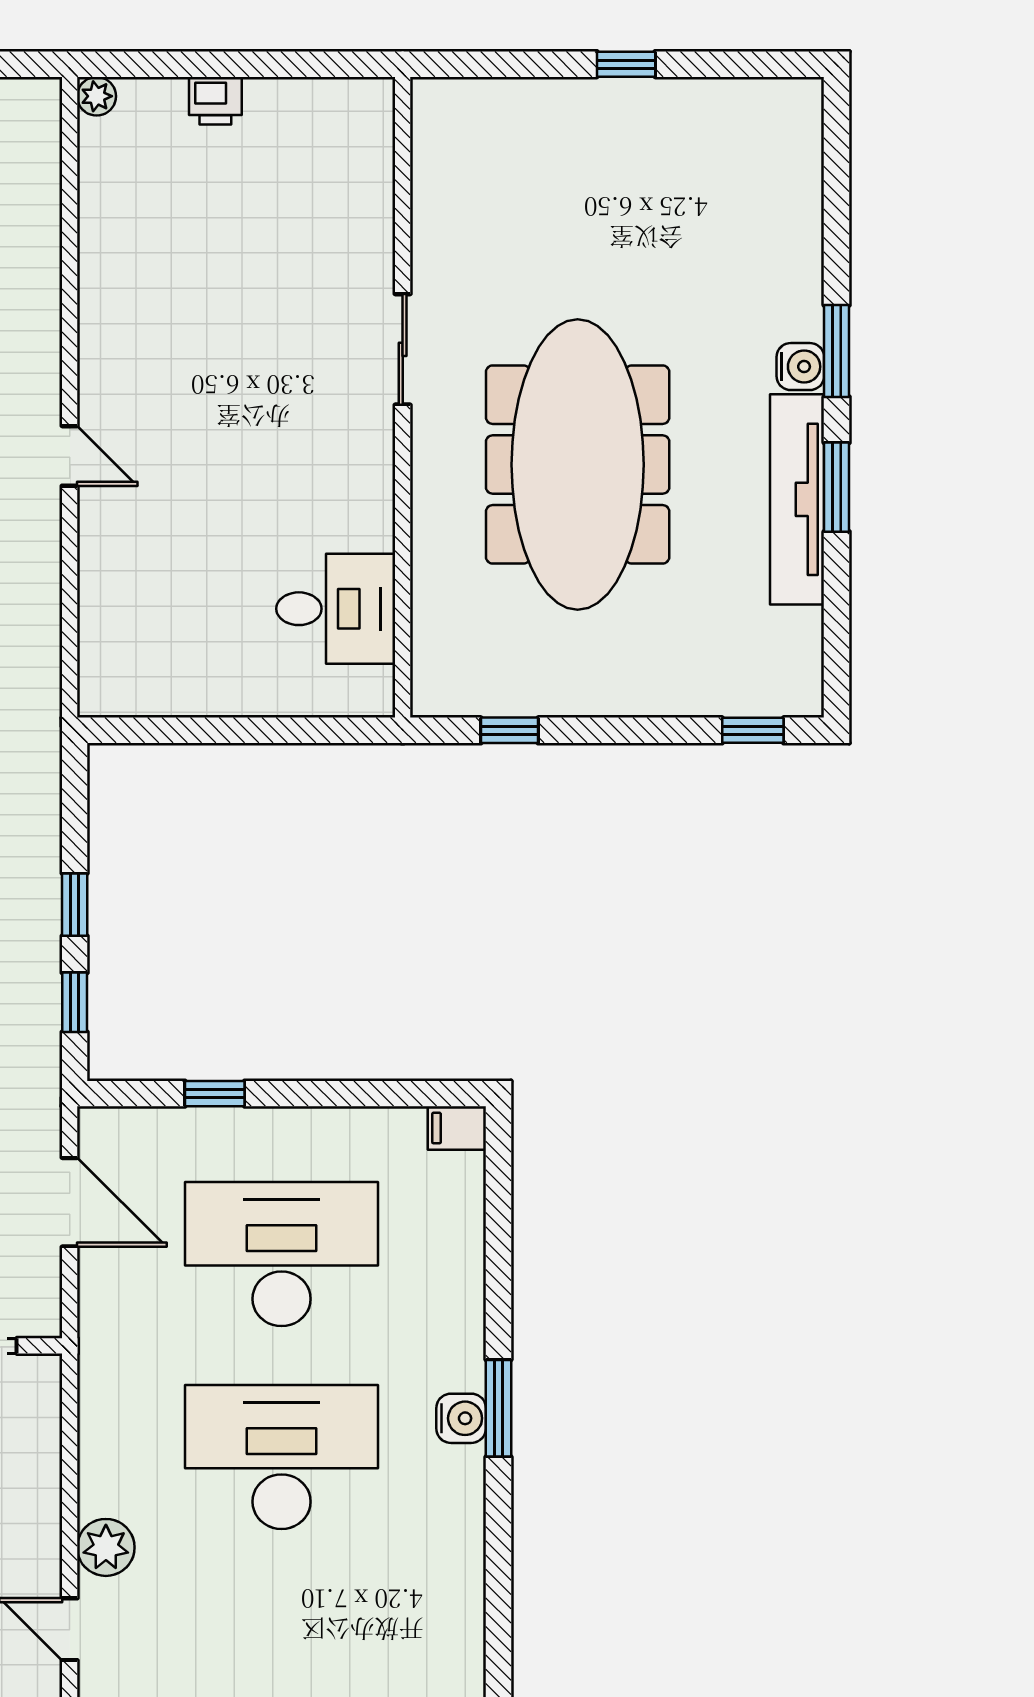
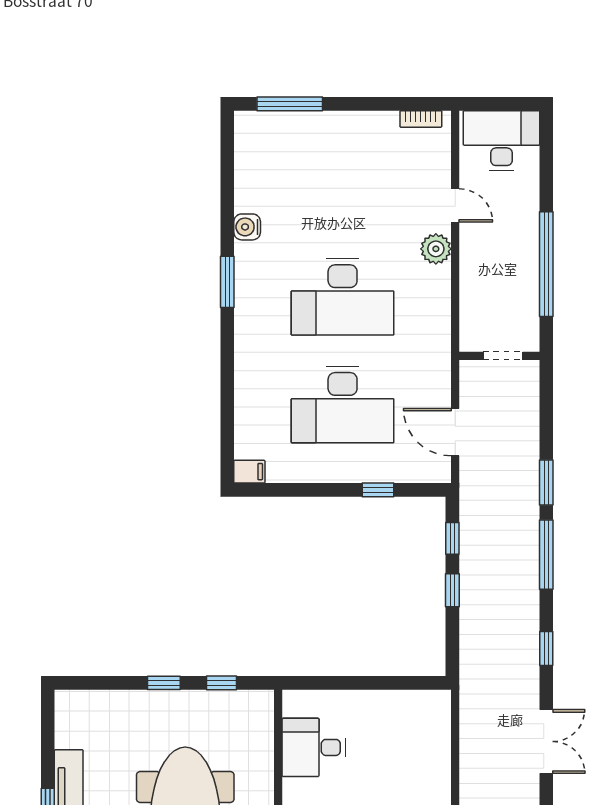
window: (753, 730) -> (164, 683), moved
window: (498, 1408) -> (227, 282), moved
water cooler: (461, 1418) -> (247, 227), moved

